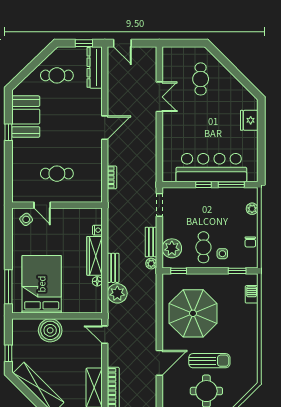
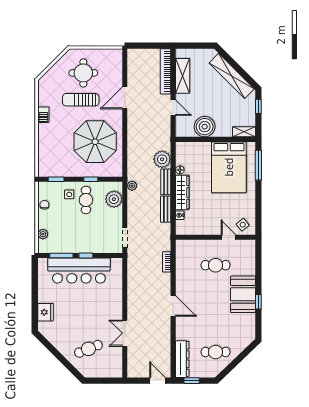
cafe table: (201, 79) -> (88, 349), turned 68
booth: (26, 117) -> (243, 294), moved
door: (105, 128) -> (173, 306), swing flipped
bench: (151, 242) -> (166, 209), moved
window: (179, 271) -> (91, 179), moved
barbecue: (252, 294) -> (43, 115), moved
shelving: (25, 324) -> (244, 132), added
boiler: (50, 330) -> (205, 127), moved
door: (105, 335) -> (173, 108), moved

